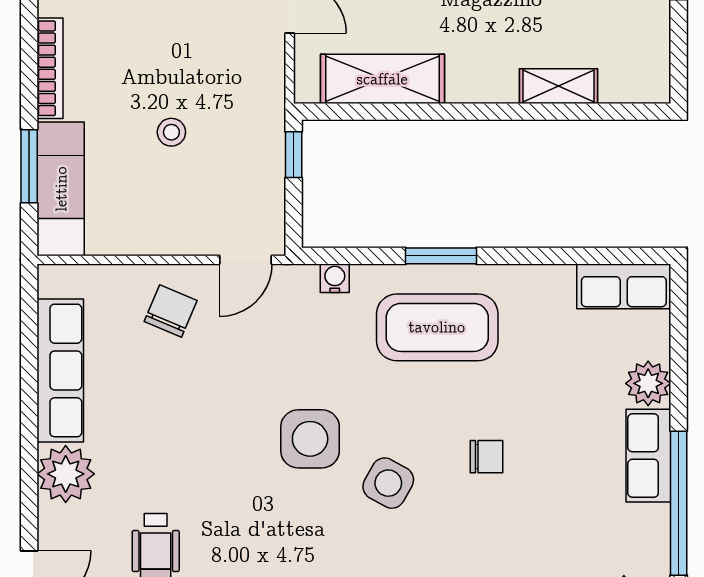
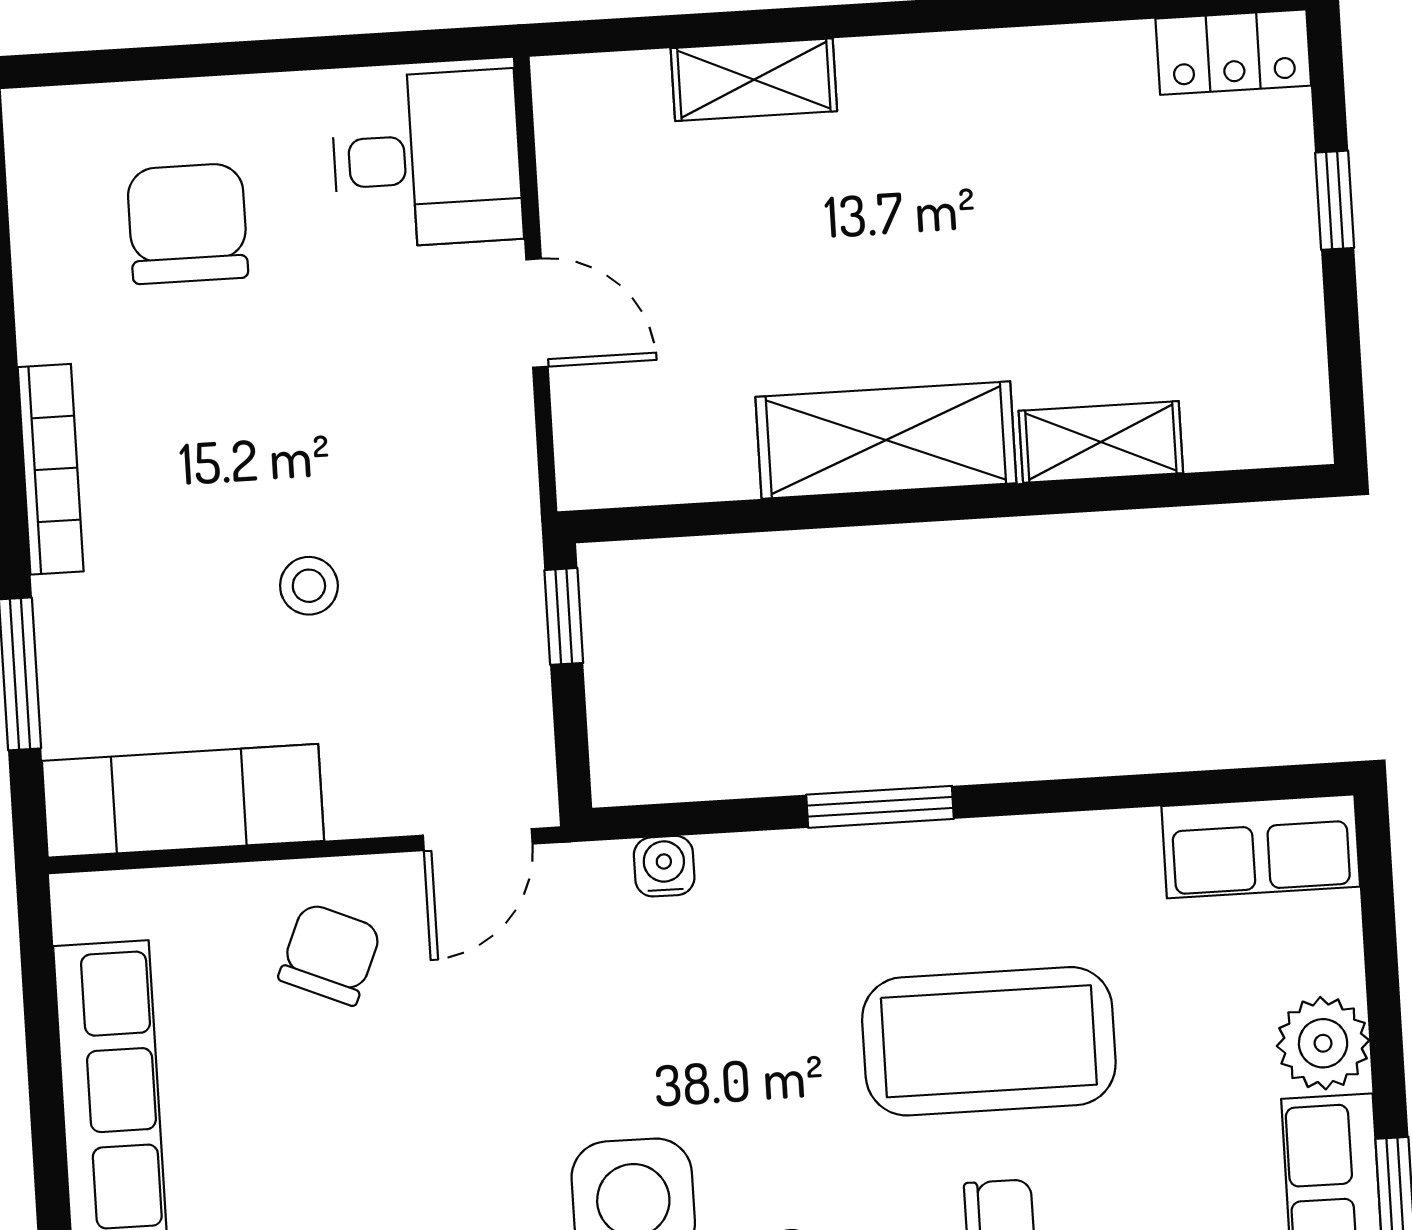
shelving: (382, 79) -> (886, 440), moved
exam couch: (61, 189) -> (183, 801), moved, turned -90
coffee table: (437, 327) -> (989, 1041), moved

